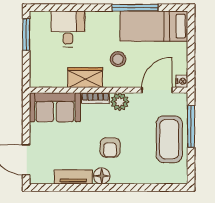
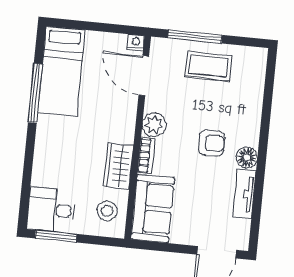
desk: (68, 29) -> (51, 210), moved
stool: (118, 59) -> (107, 211), moved
coffee table: (169, 139) -> (209, 66), width x0.73, depth x0.76

